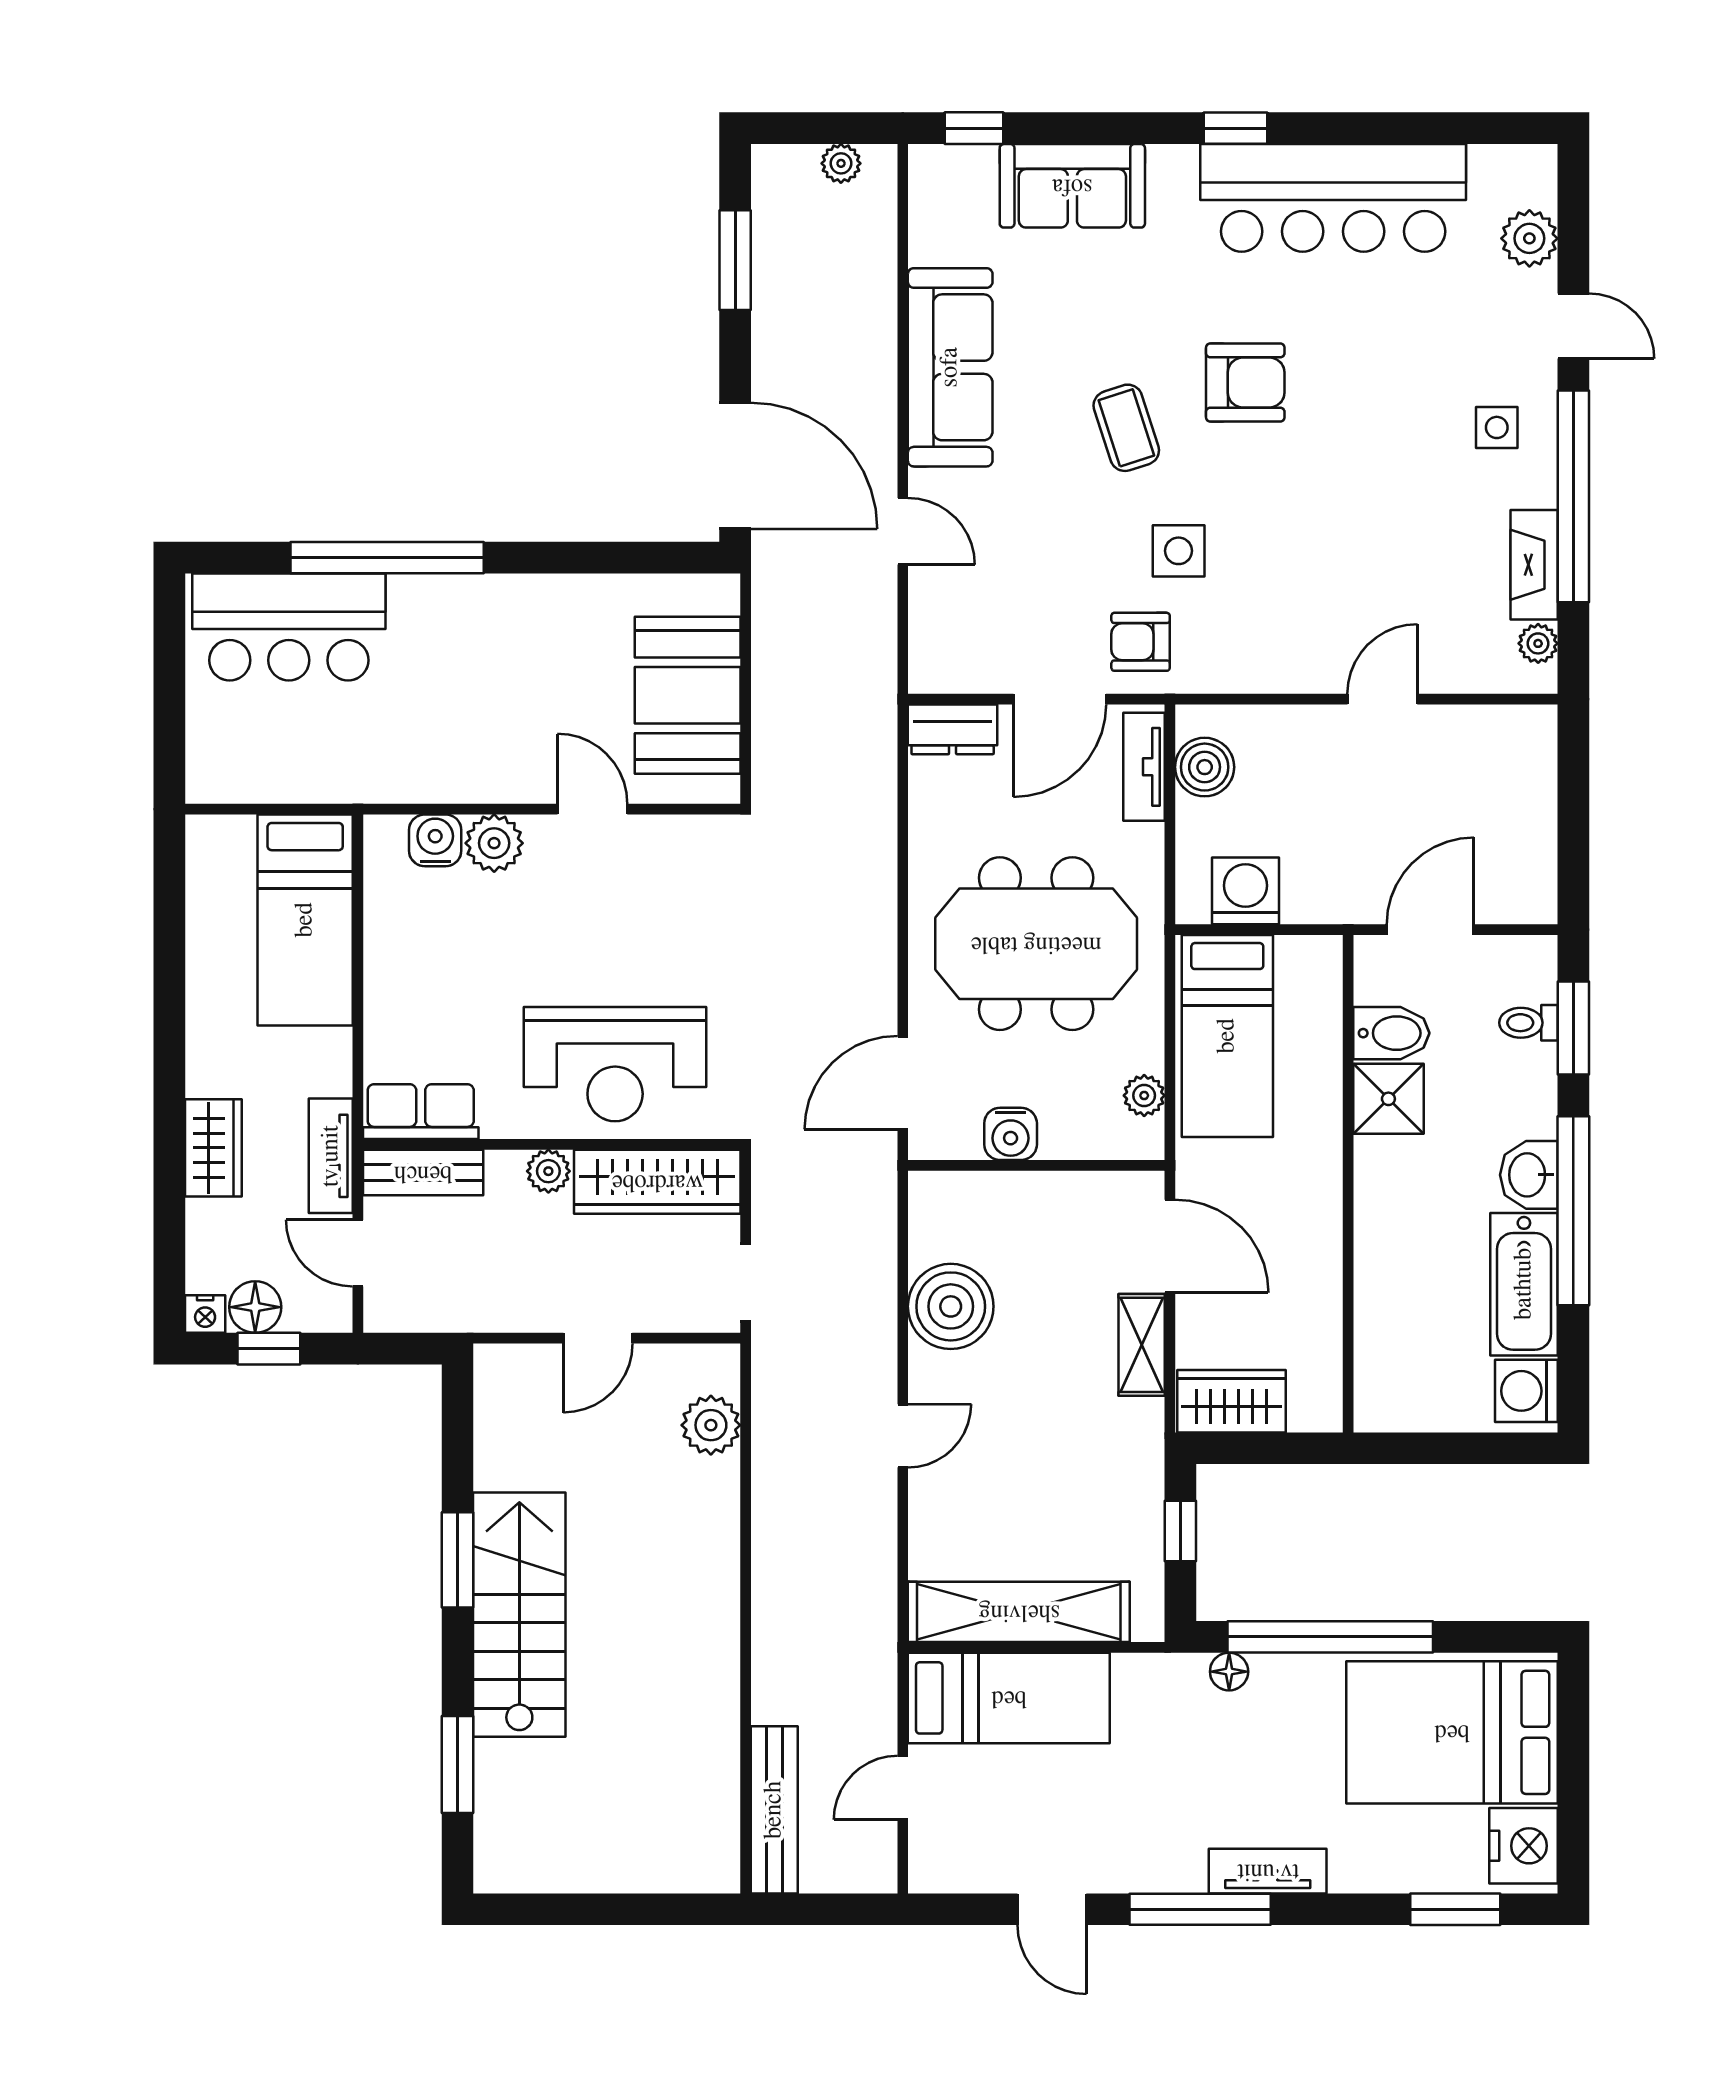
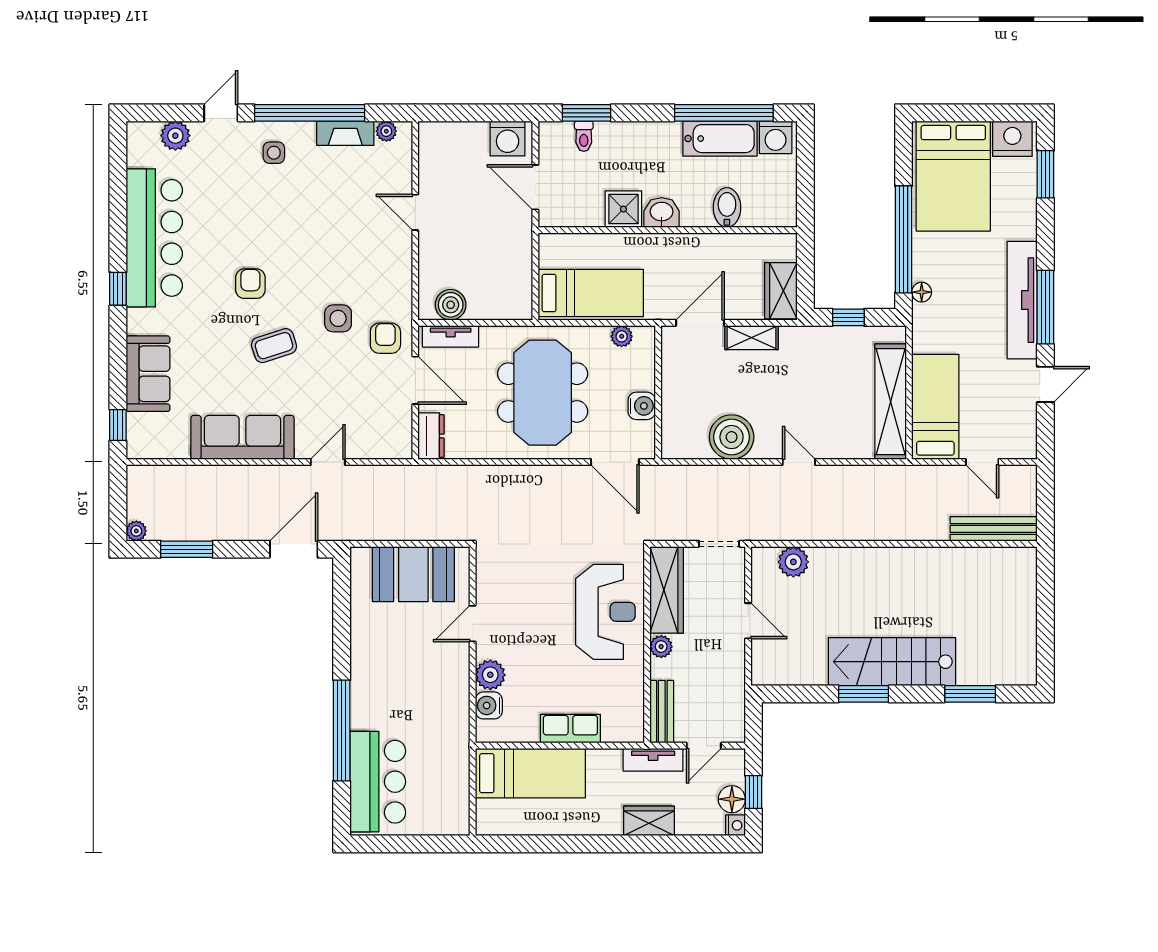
plant: (841, 163) -> (136, 531), moved
armchair: (1245, 382) -> (250, 284), width x0.72, depth x0.72
door: (735, 466) -> (294, 549), width x0.73
armchair: (1141, 642) -> (385, 338), turned 180
washing machine: (1245, 891) -> (508, 138), moved, turned -90
bidet: (1391, 1033) -> (727, 208), moved
row of seats: (421, 1112) -> (570, 729), moved, turned 90
washbasin: (1529, 1175) -> (662, 212), moved, turned 180
window: (1573, 1211) -> (724, 113), moved
tv unit: (1268, 1871) -> (1022, 300), width x1.92, depth x1.29

